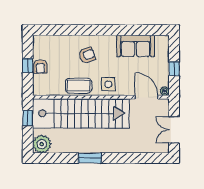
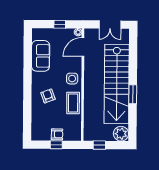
stairs: (81, 113) -> (117, 84), moved, turned 180

